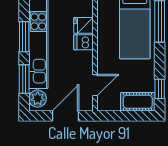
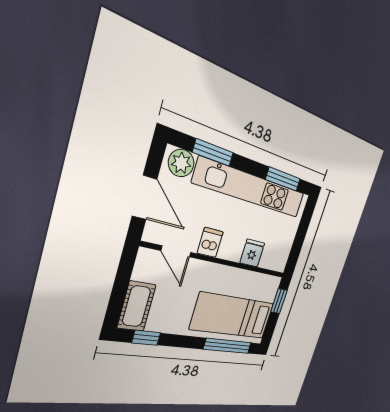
window: (24, 37) -> (283, 179), moved
dishwasher: (83, 42) -> (210, 242), moved

